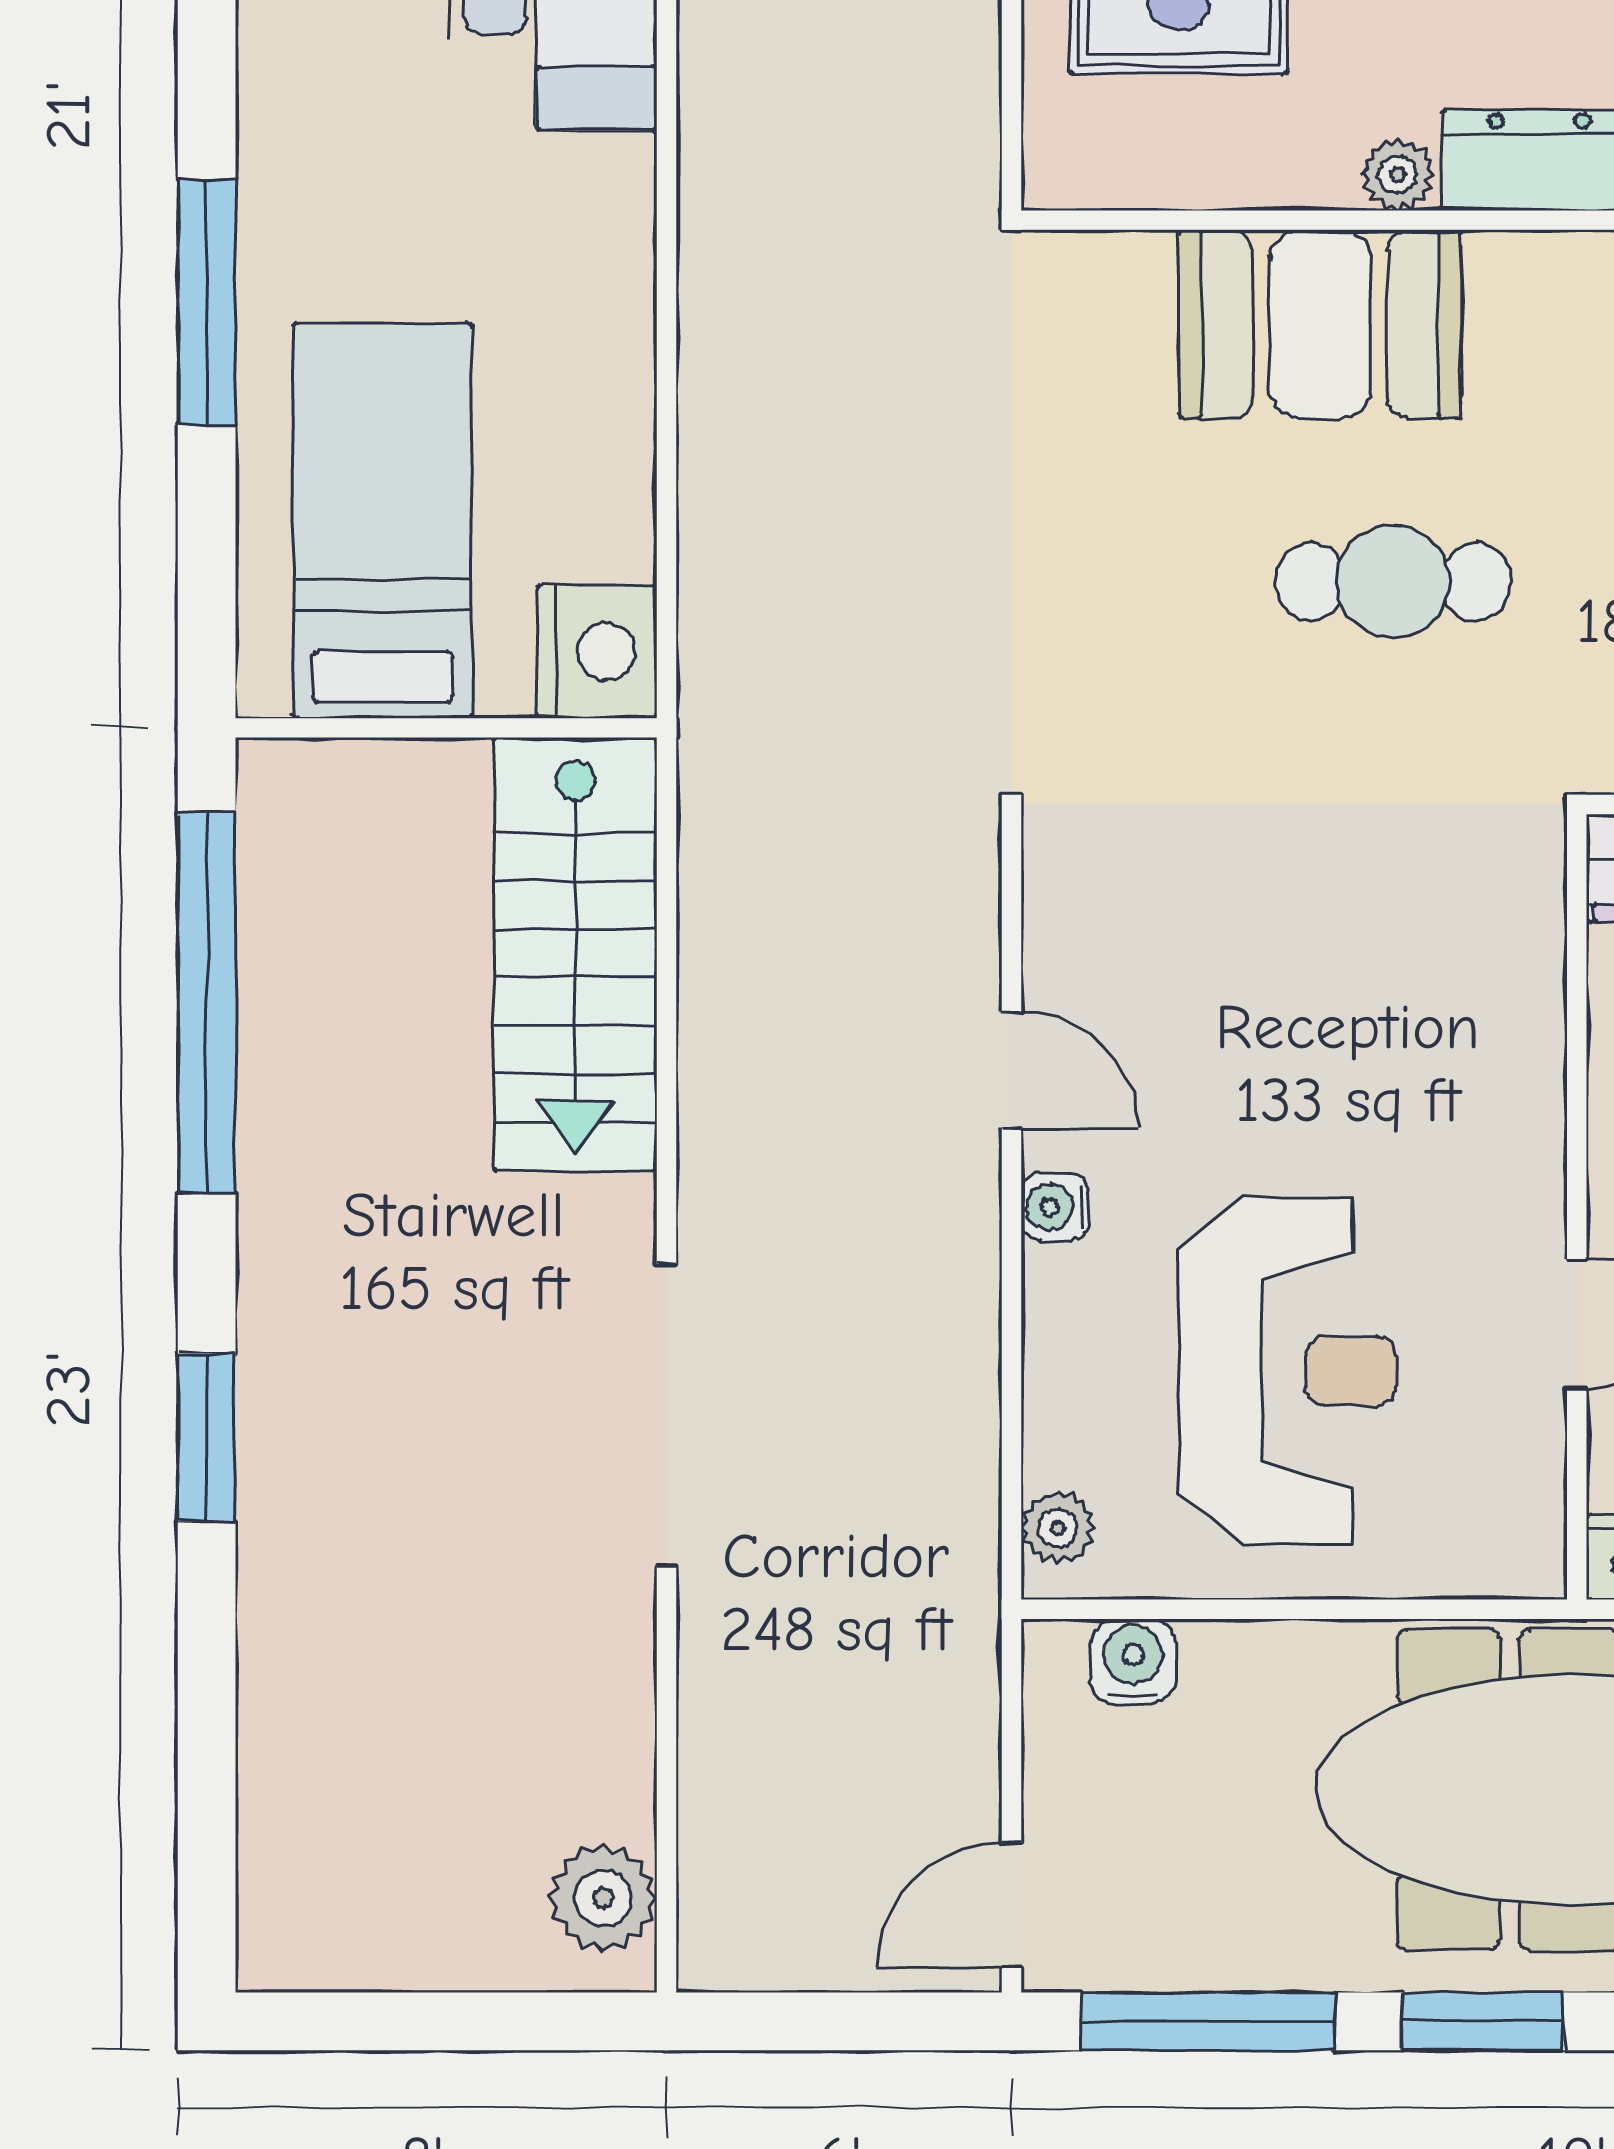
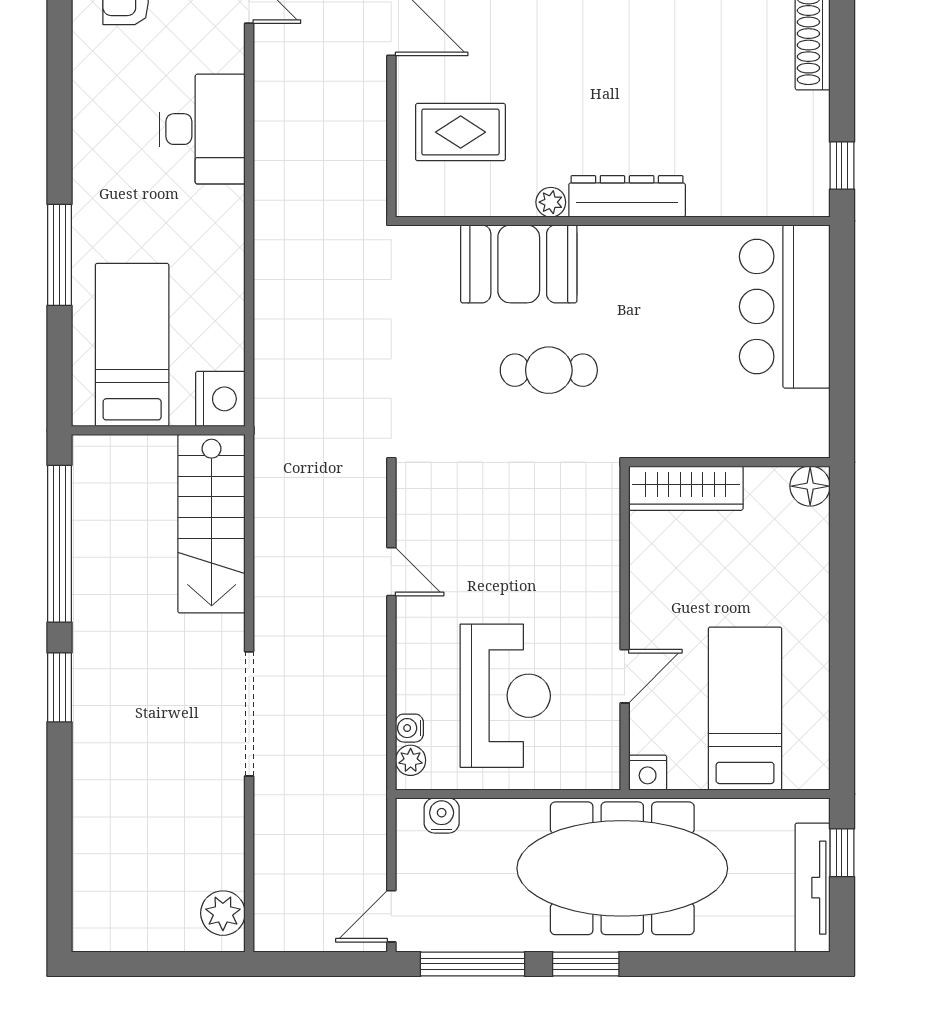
water cooler: (1055, 1207) -> (409, 728), moved
window: (207, 1437) -> (59, 687), moved

